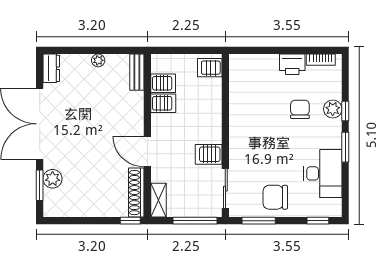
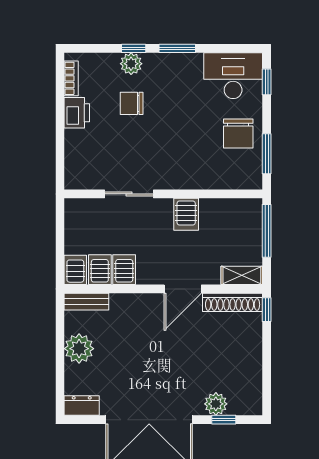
plant: (98, 60) -> (79, 349), width x1.88, depth x1.88
server rack: (210, 68) -> (75, 270), moved, turned 180
desk: (323, 173) -> (233, 76), moved
window: (40, 185) -> (224, 420), width x0.67
sliding door: (225, 189) -> (129, 194), moved

